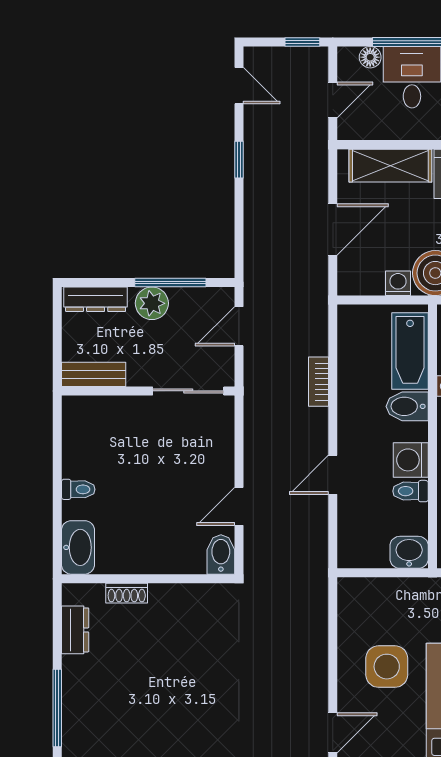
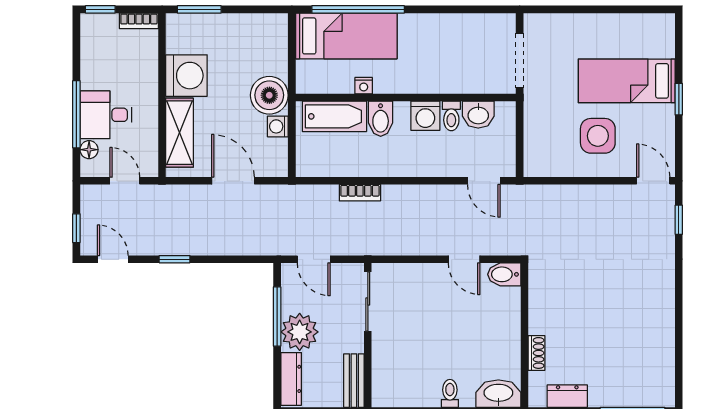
window: (302, 42) -> (76, 228), moved
door: (239, 86) -> (113, 259), hinge flipped
plant: (152, 303) -> (300, 332), width x1.36, depth x1.36
door: (333, 475) -> (484, 181), moved
washbasin: (409, 552) -> (478, 115), moved, turned -90

